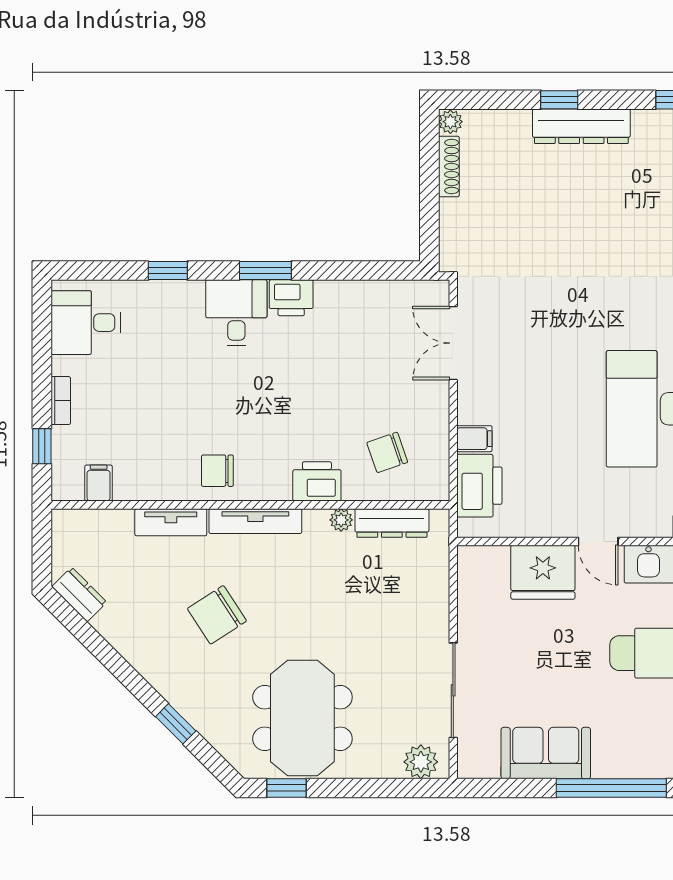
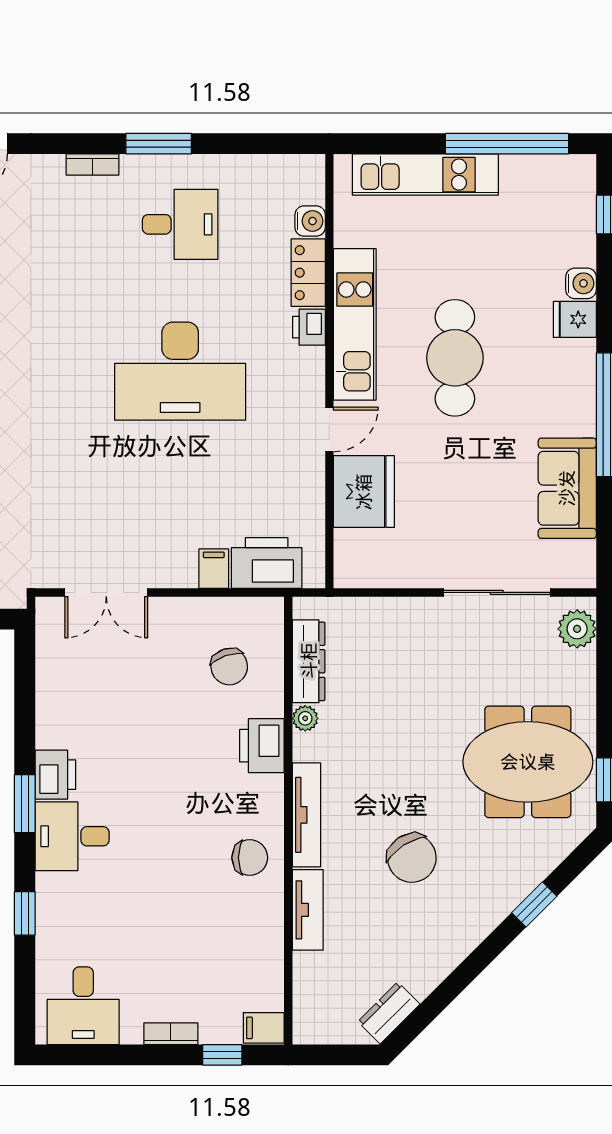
chair: (217, 471) -> (250, 858), turned -90
filing cabinet: (99, 483) -> (264, 1028), moved

